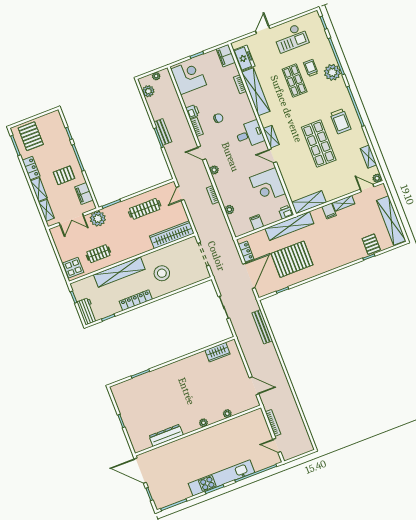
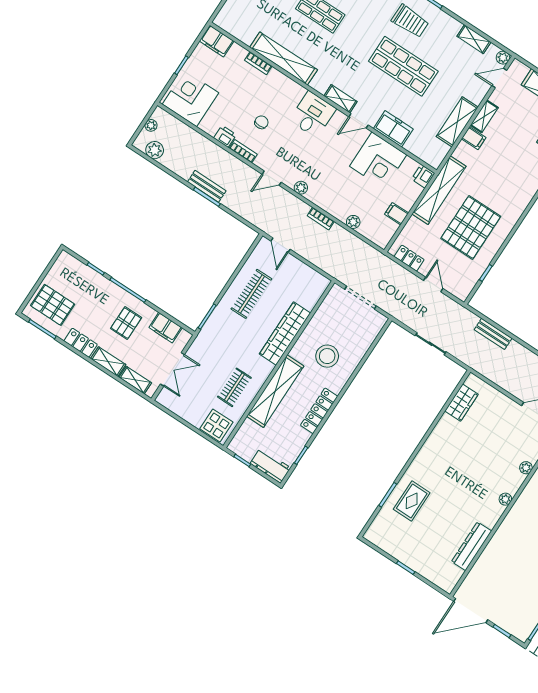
freezer: (244, 58) -> (393, 129), moved
shelving: (309, 202) -> (457, 122), moved
plant: (98, 219) -> (204, 346), removed
wardrobe: (172, 235) -> (285, 334), moved
door: (249, 276) -> (433, 284), width x0.53
bench: (262, 327) -> (493, 334), width x0.73
rug: (151, 387) -> (412, 501), added

